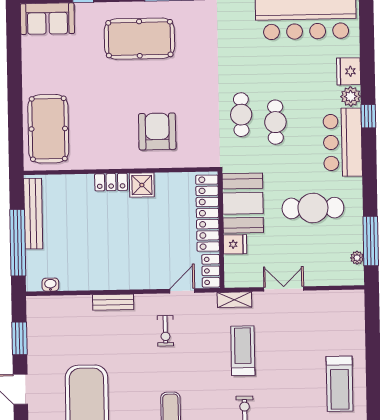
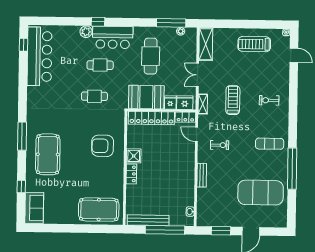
fridge: (349, 71) -> (185, 103), moved, turned 180
cafe table: (275, 122) -> (100, 65), moved
shelving: (336, 301) -> (206, 44), added
treadmill: (243, 351) -> (233, 100), turned 90
treadmill: (340, 384) -> (254, 44), turned 180

